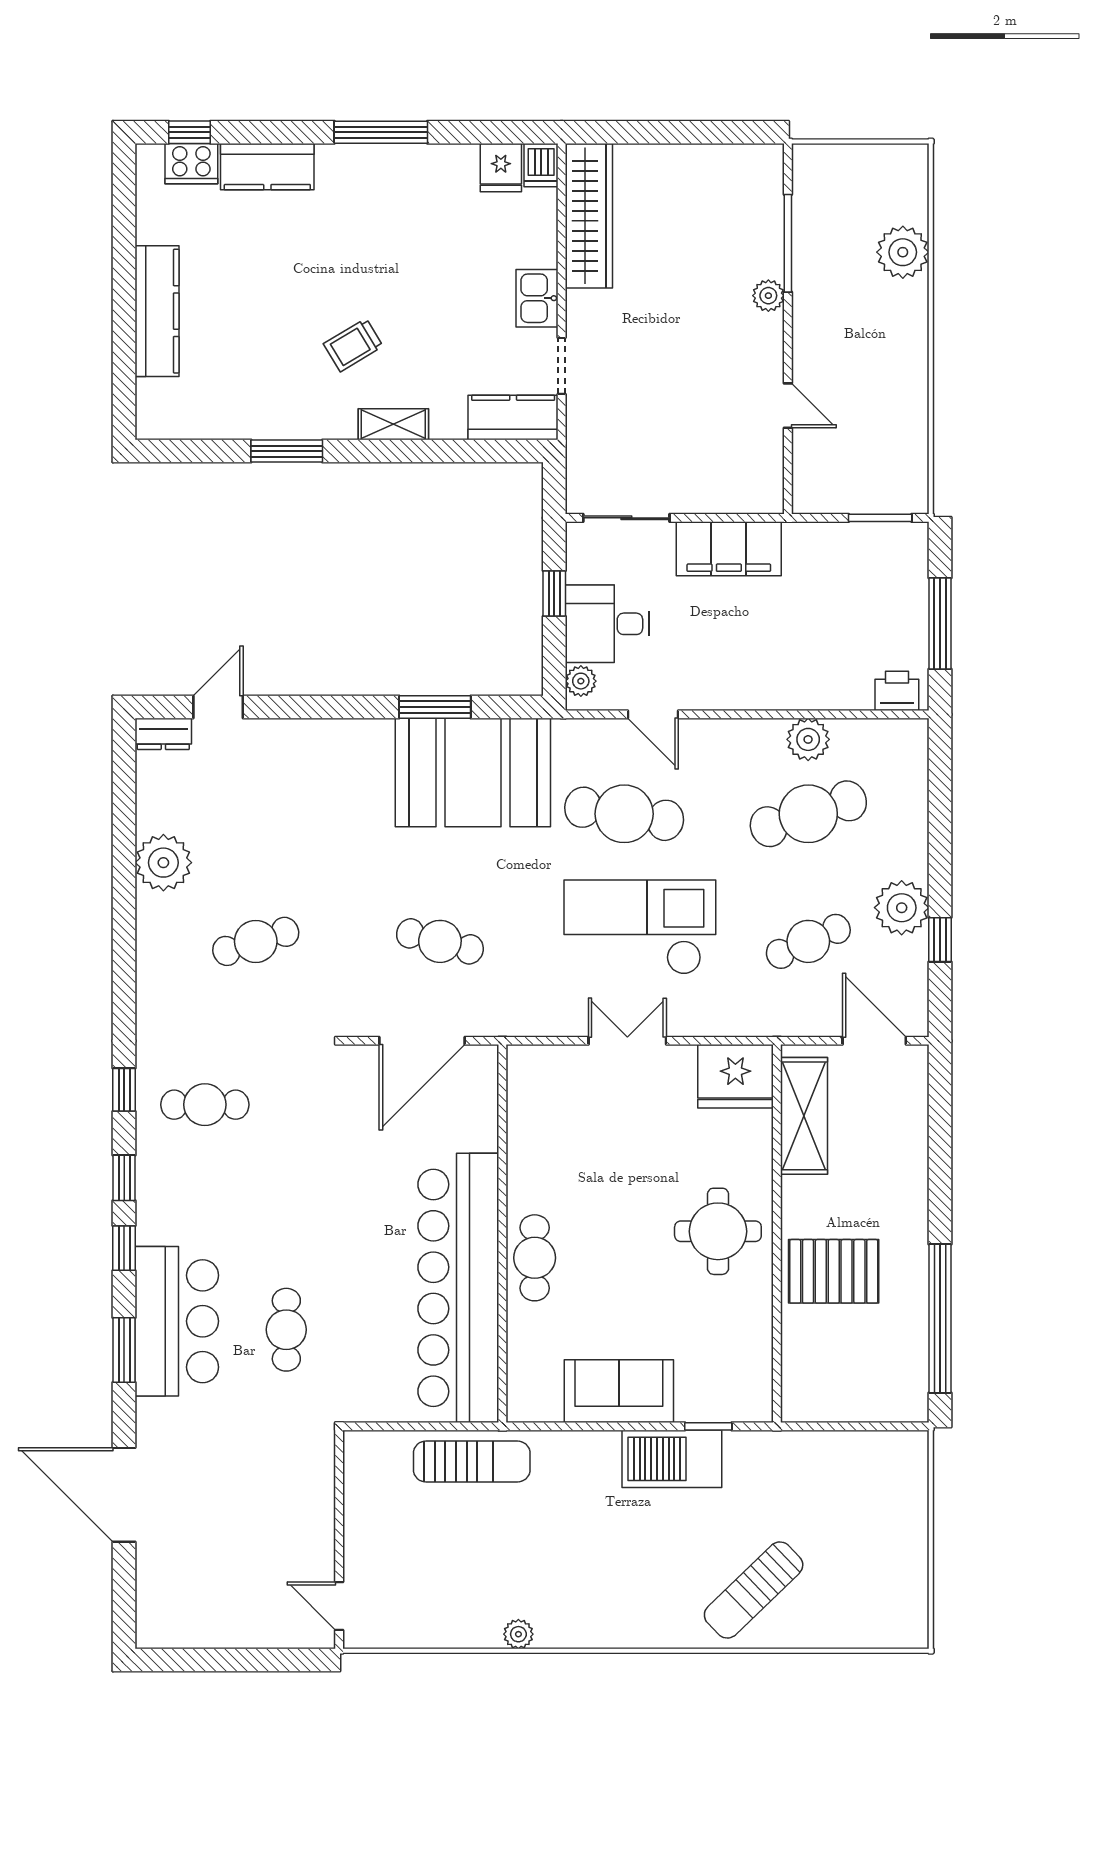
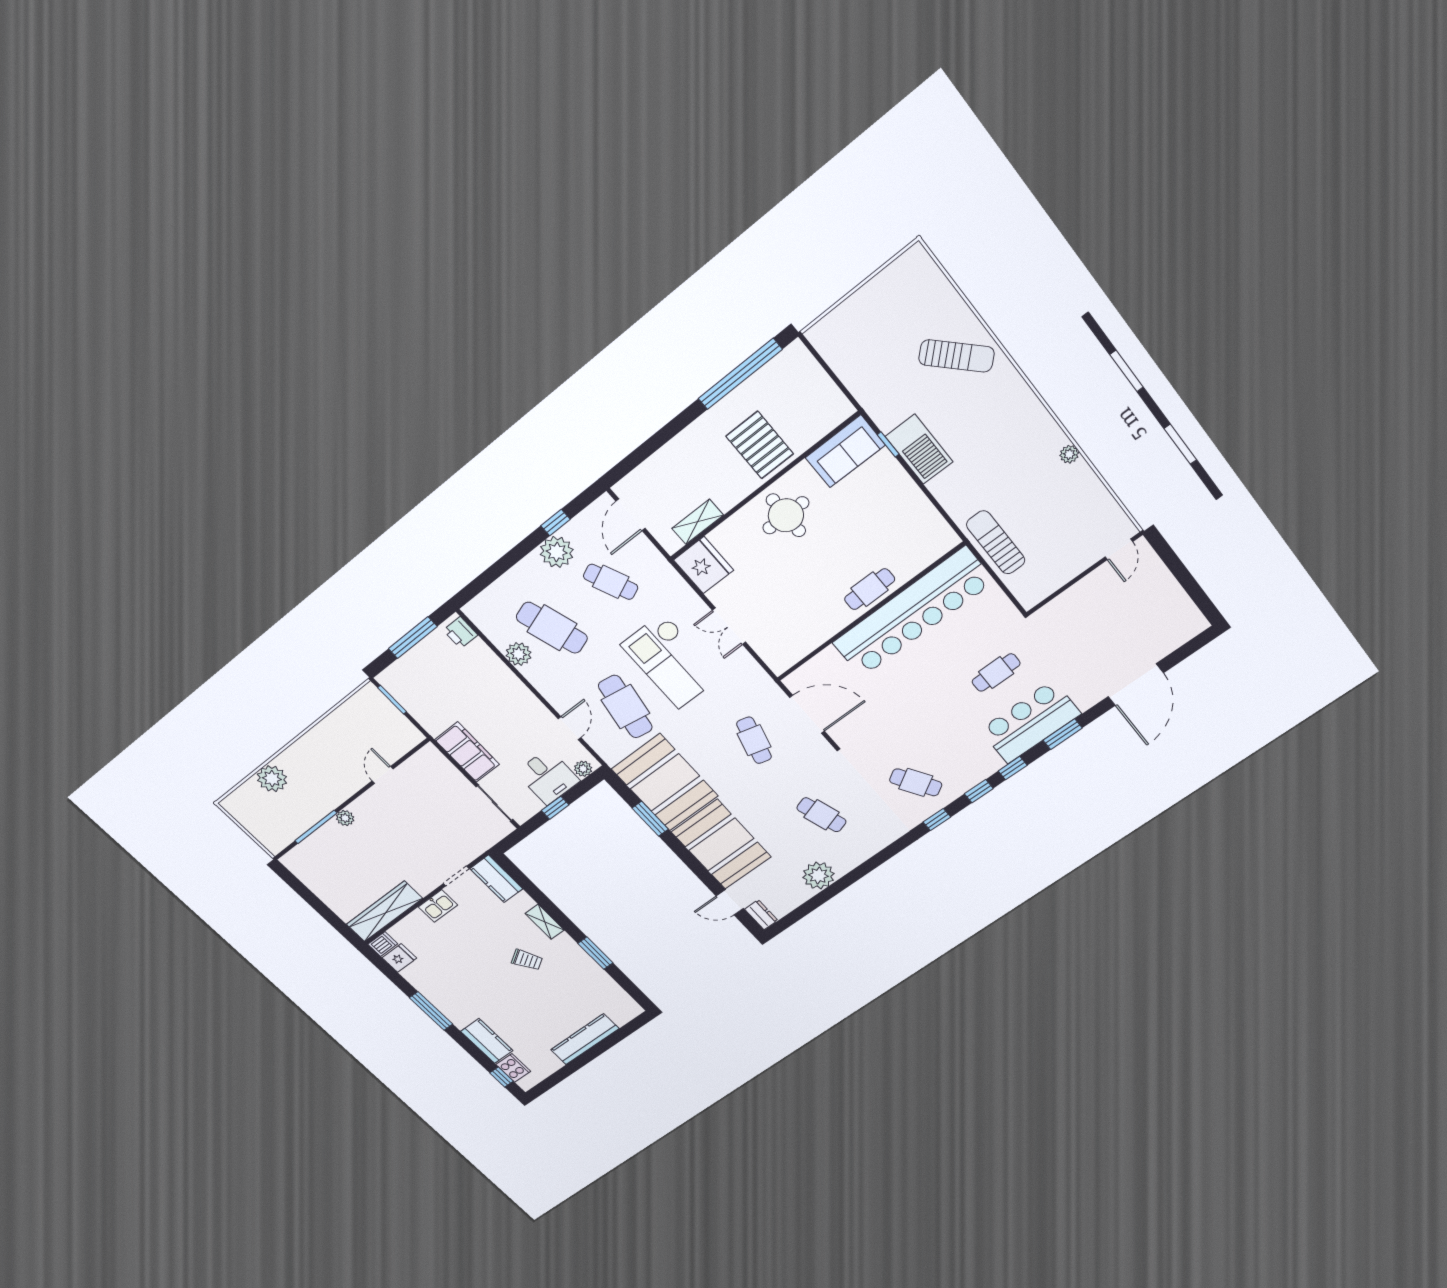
booth: (318, 770) -> (721, 844), added
cafe table: (205, 1105) -> (916, 782), turned -32
shelving: (804, 1116) -> (698, 522), width x0.67, depth x0.75
sofa: (619, 1391) -> (845, 451), moved, turned -90

